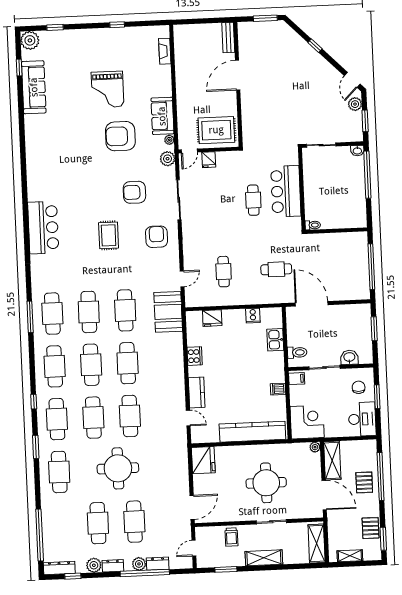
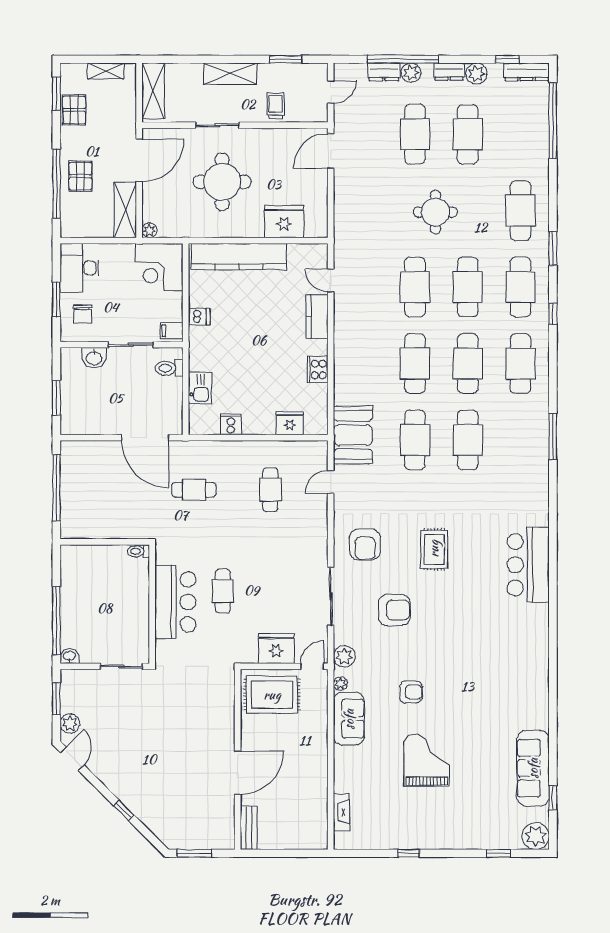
armchair: (120, 136) -> (411, 692), width x0.53, depth x0.53
fridge: (209, 160) -> (276, 649), width x1.88, depth x1.34
cafe table: (52, 314) -> (520, 440), removed
fridge: (203, 460) -> (284, 221), moved, turned 90
round table: (118, 468) -> (435, 212), width x0.73, depth x0.73
door: (324, 495) -> (139, 160), swing flipped

